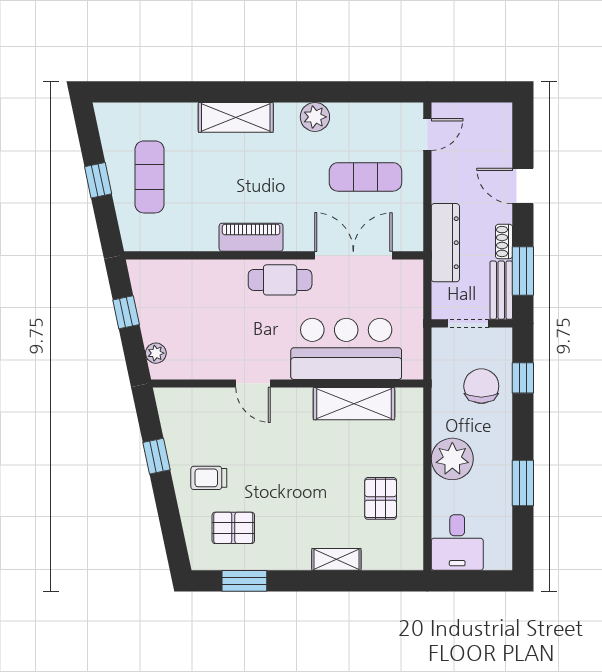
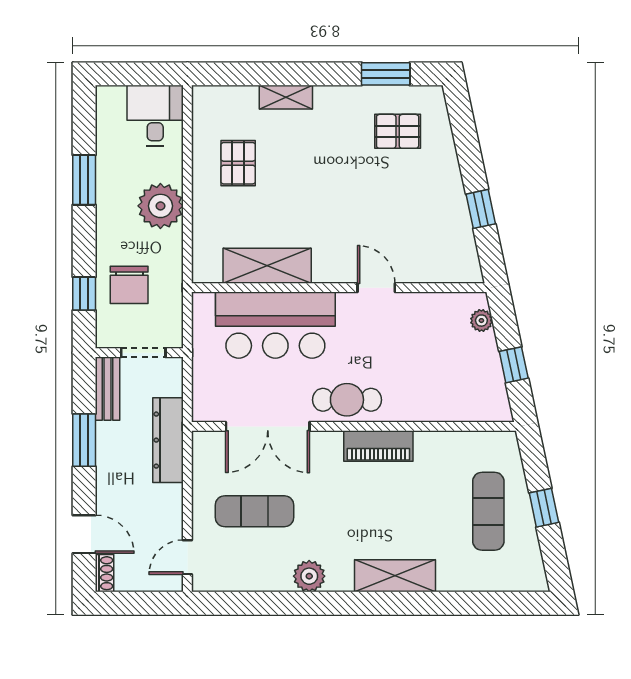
door: (523, 186) -> (84, 534), moved
shoe rack: (504, 241) -> (105, 573), moved
window: (523, 271) -> (84, 440), moved
trolley: (209, 478) -> (424, 185), removed

